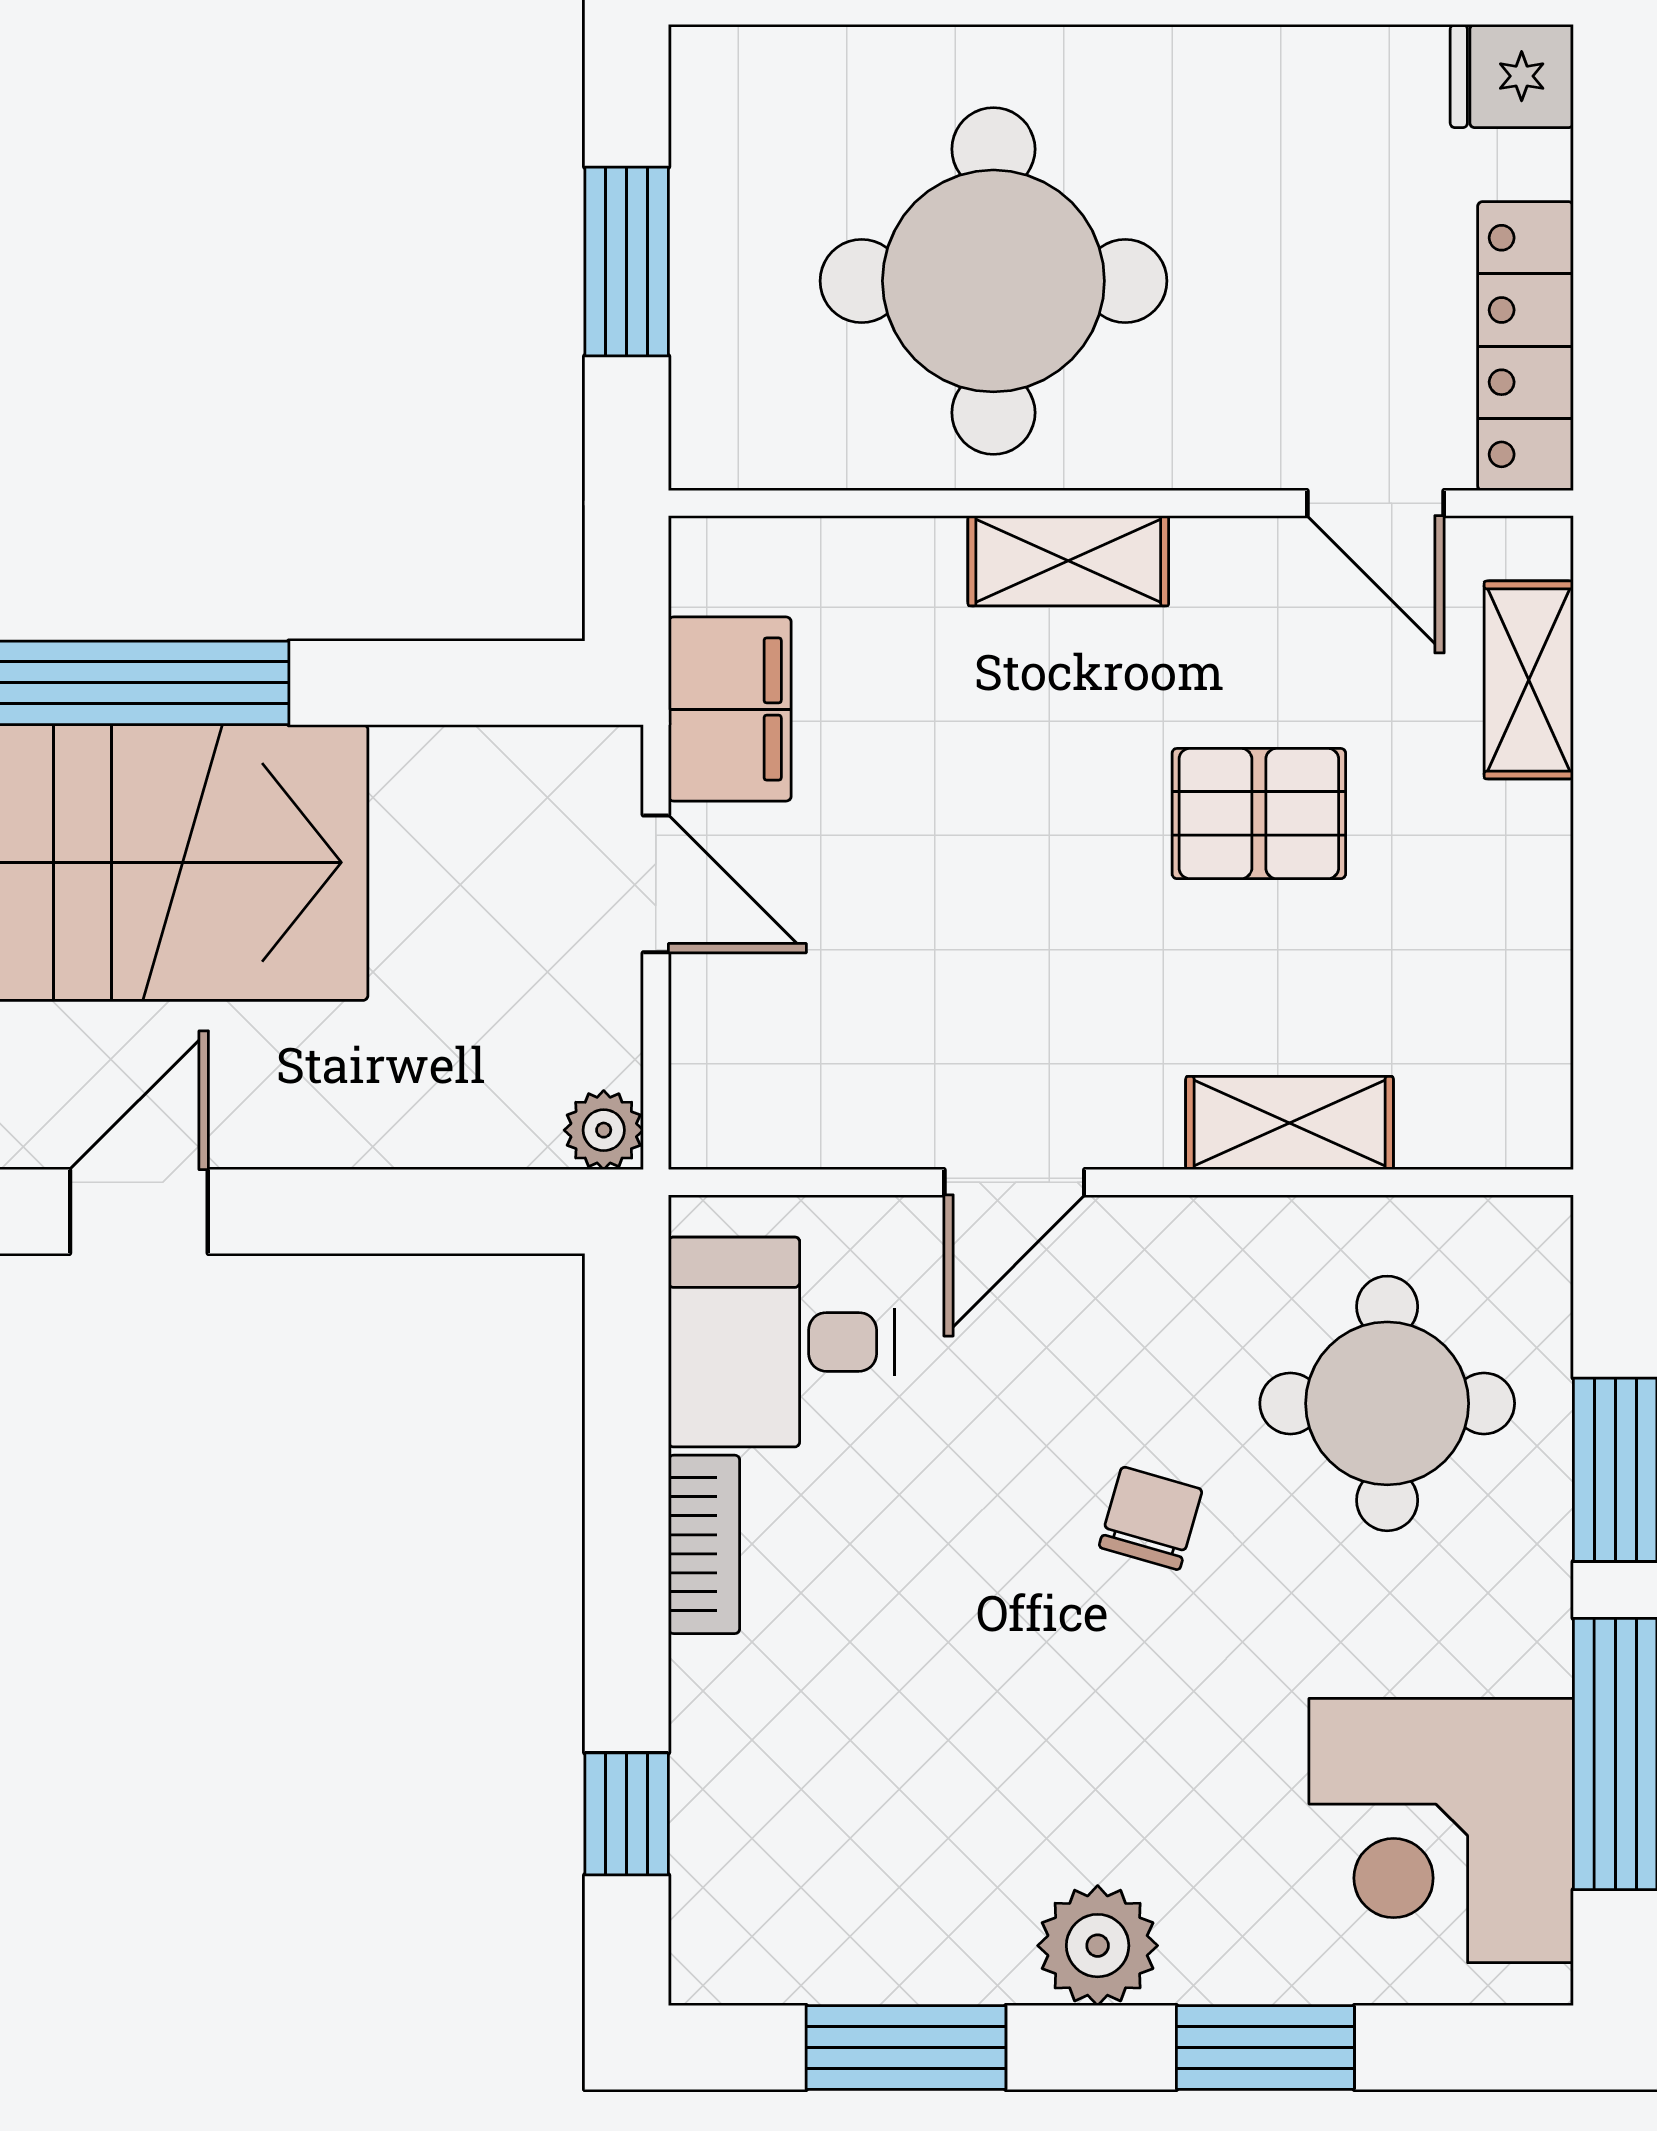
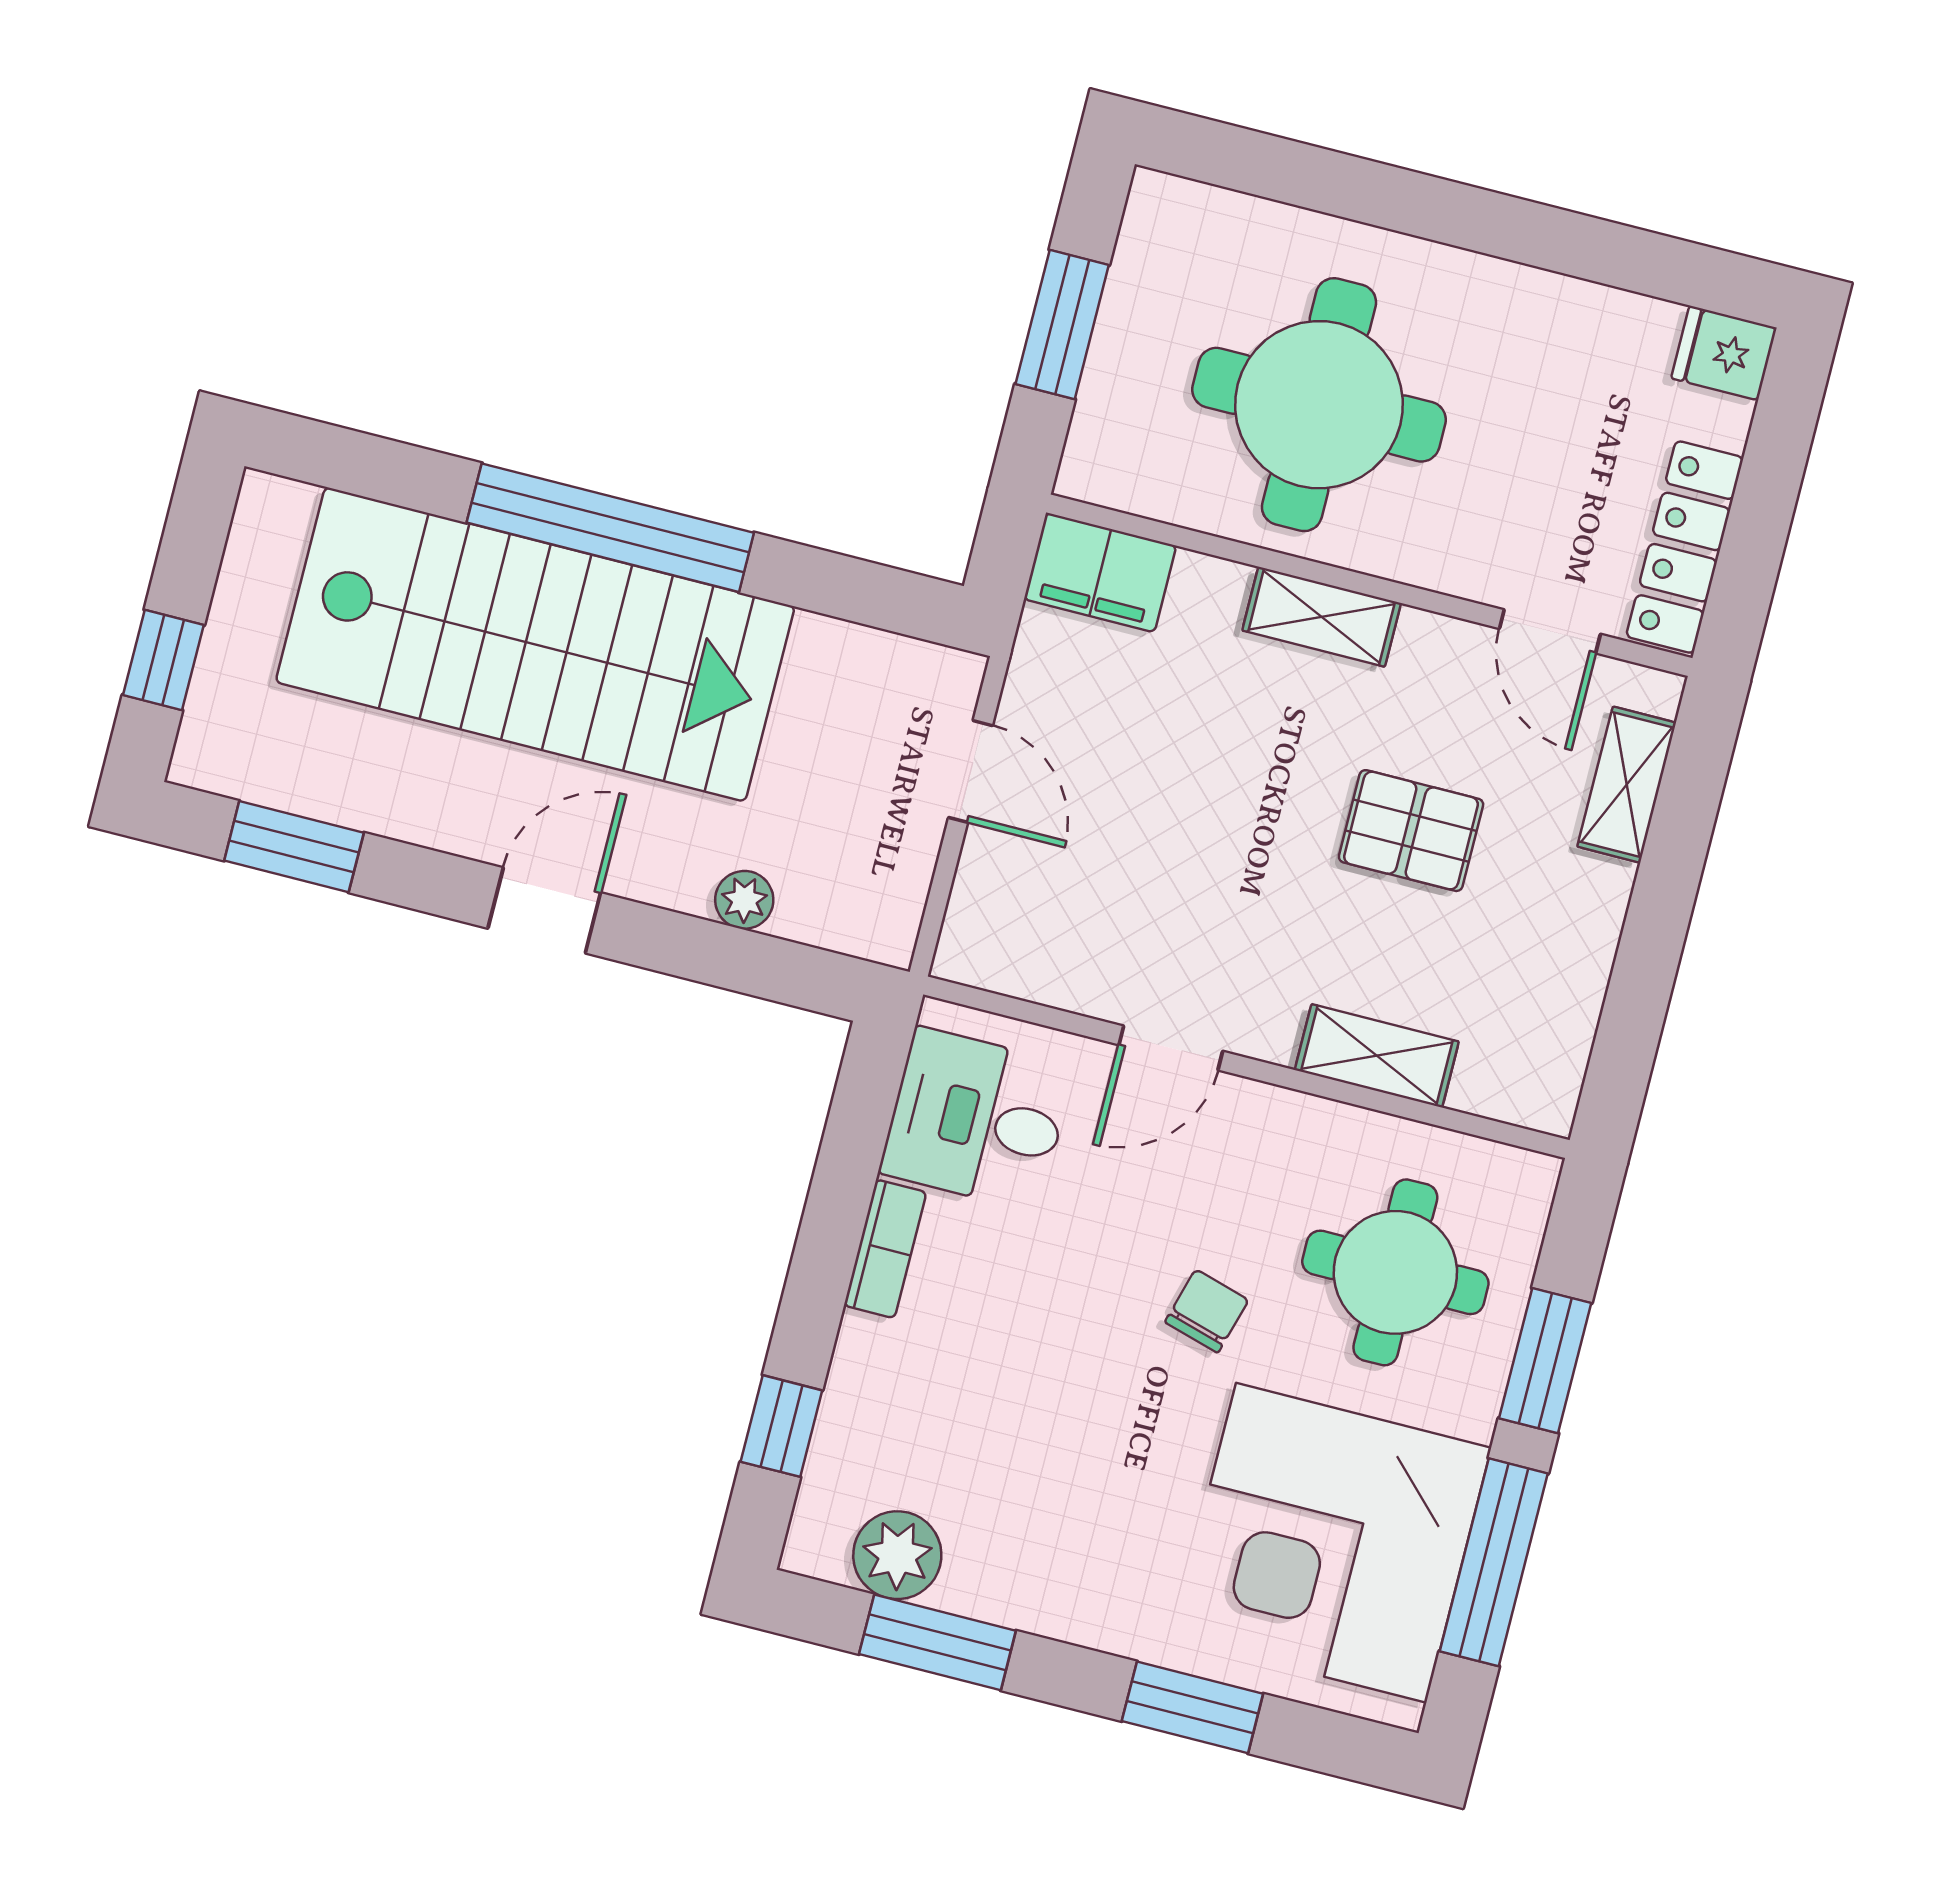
filing cabinet: (730, 709) -> (1100, 573), moved, turned 90
plant: (604, 1130) -> (744, 900), moved
corner desk: (1441, 1830) -> (1331, 1543), width x1.36, depth x1.36
plant: (1098, 1946) -> (897, 1555), moved

